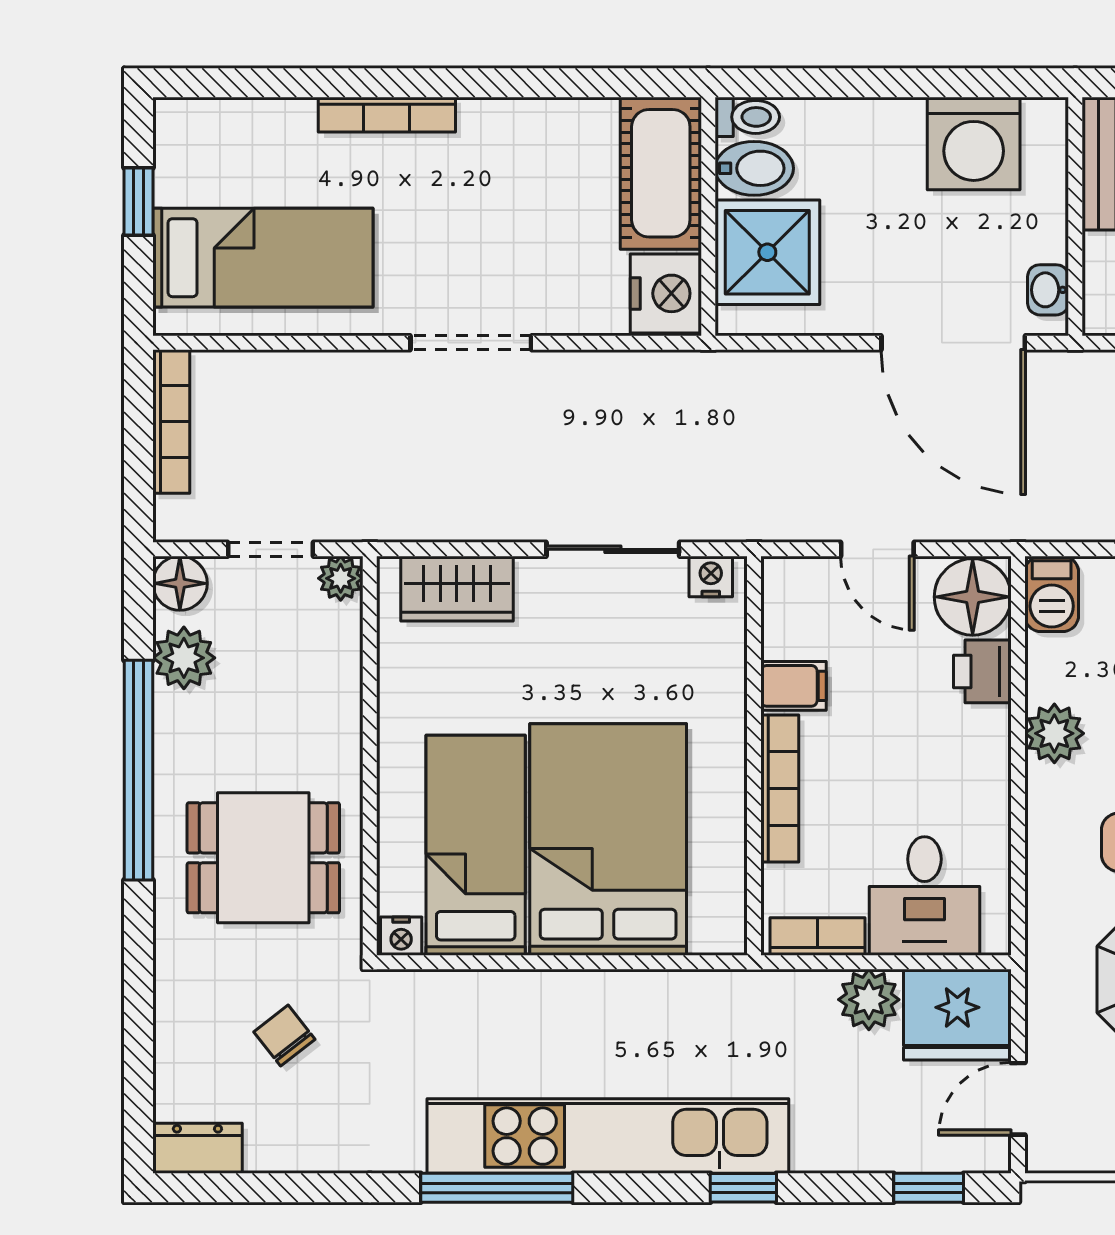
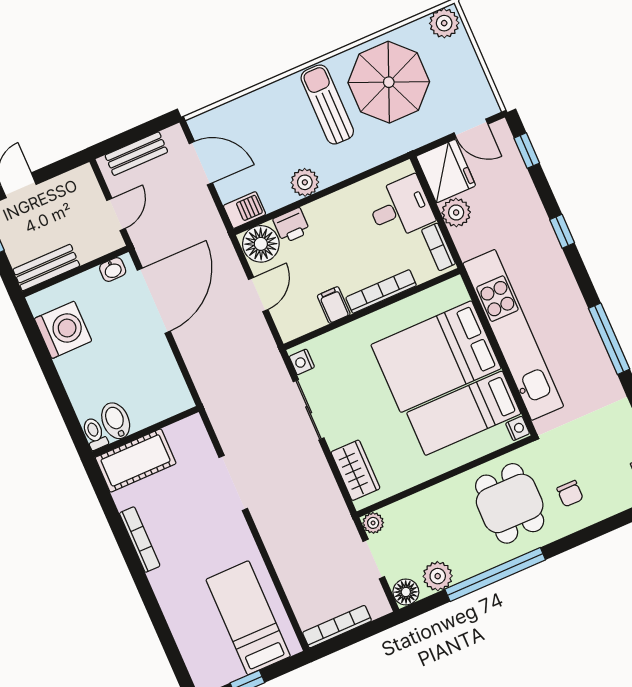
bookcase: (387, 115) -> (140, 540), moved
shower: (767, 252) -> (150, 399), removed
nightstand: (666, 293) -> (187, 435), removed
doorway: (471, 343) -> (233, 483), moved
chair: (284, 1036) -> (570, 494), moved, turned -52
kitchen unit: (608, 1136) -> (513, 335), moved, turned 180

